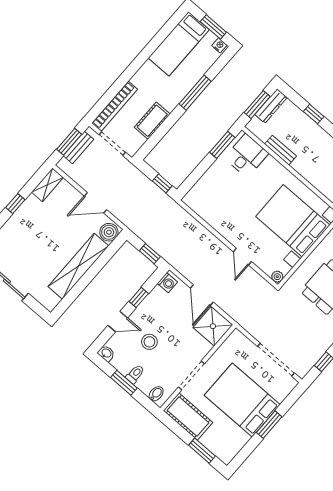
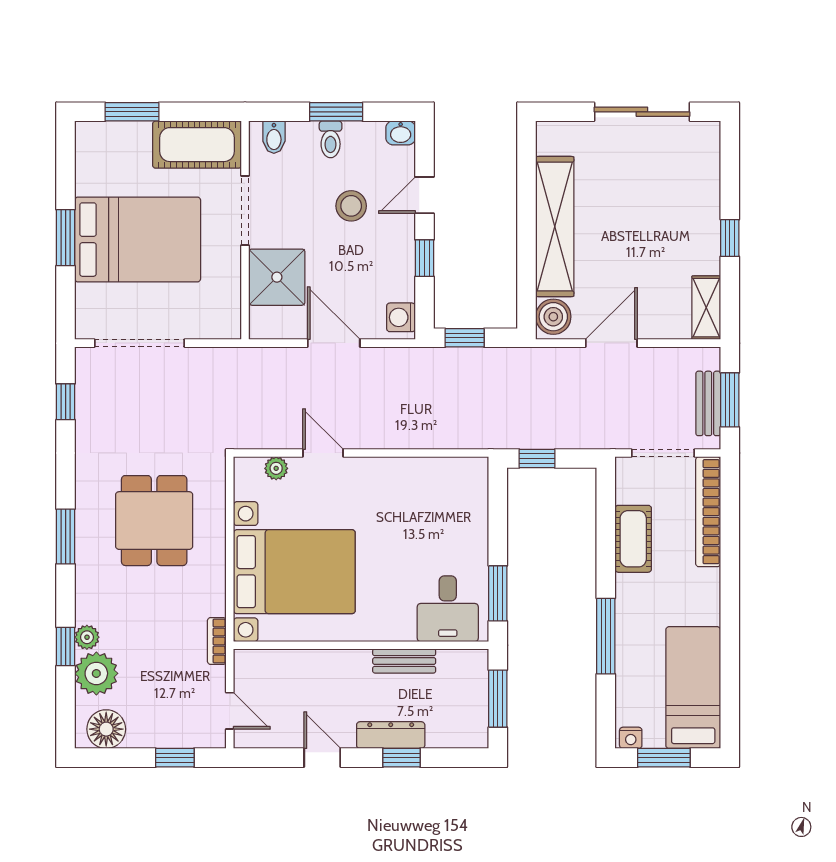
dresser: (271, 106) -> (391, 735), moved, turned 90
plant: (277, 277) -> (276, 468), moved
shower: (213, 326) -> (277, 277), moved

